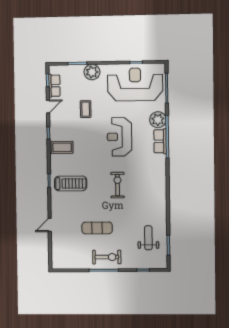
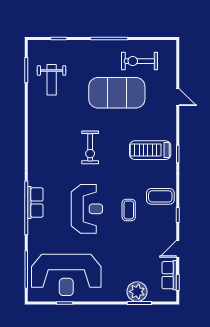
plant: (92, 72) -> (137, 292), moved
coffee table: (86, 109) -> (129, 210), moved
plant: (158, 120) -> (38, 230), removed
door: (50, 225) -> (178, 97), hinge flipped
exercise mat: (97, 228) -> (117, 93), width x2.00, depth x1.45
exercise bike: (107, 257) -> (139, 61), moved

